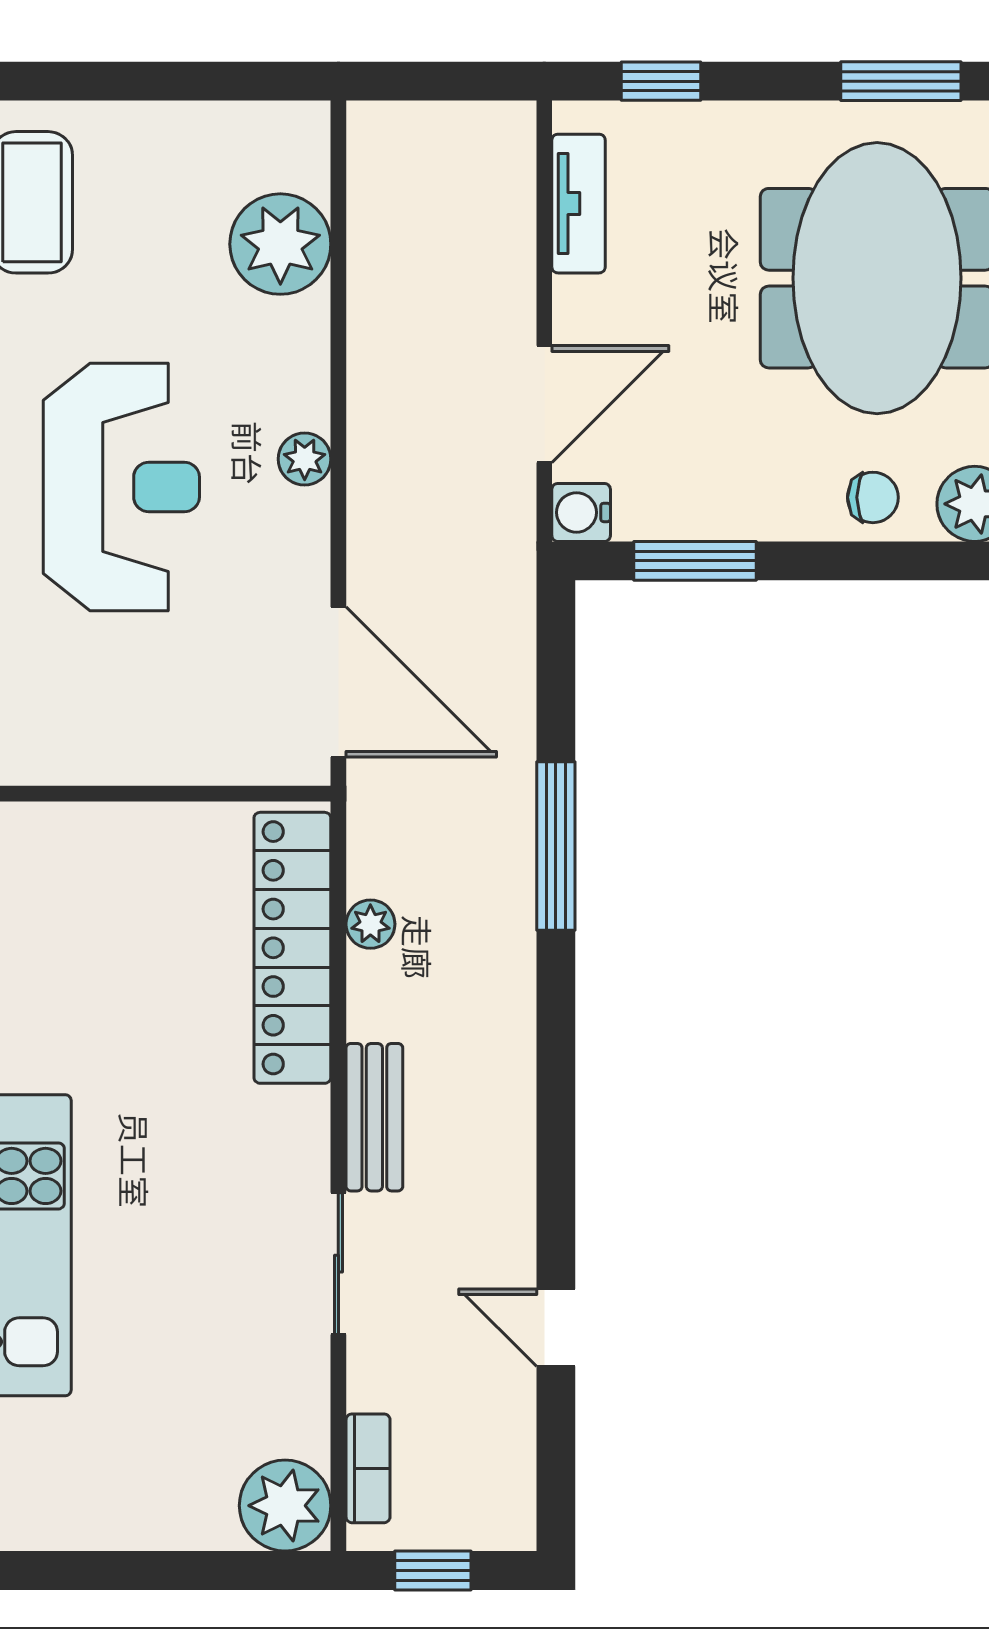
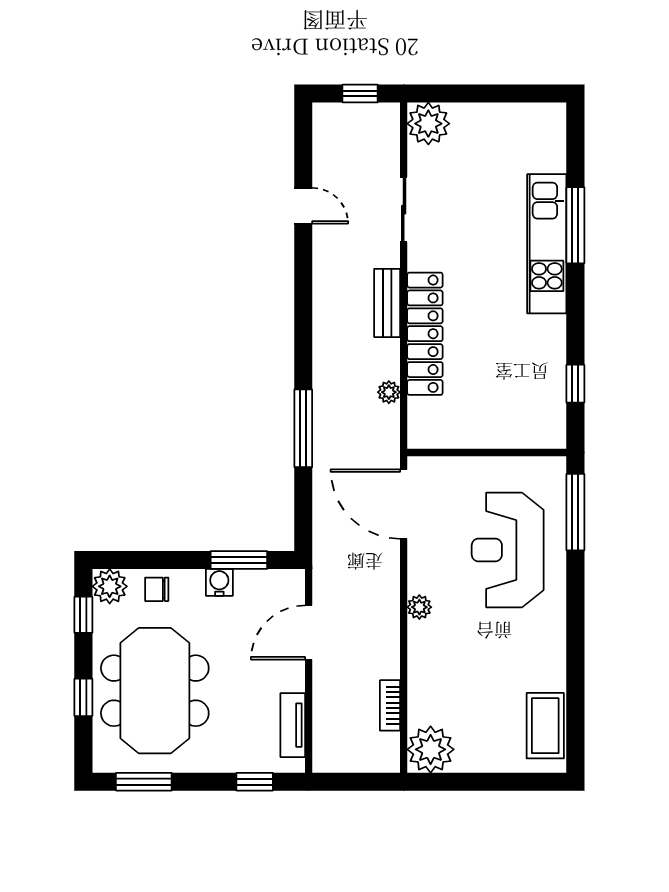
plant: (280, 244) -> (431, 749), moved
reception desk: (121, 487) -> (508, 550), moved
water cooler: (581, 512) -> (219, 582), moved, turned -90
locker: (292, 948) -> (425, 334), moved
sliding door: (338, 1264) -> (404, 210), moved
bookcase: (368, 1468) -> (390, 705), moved

